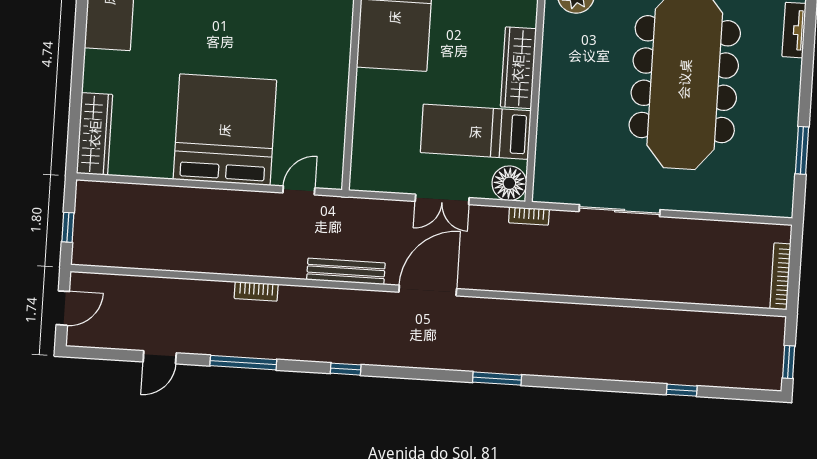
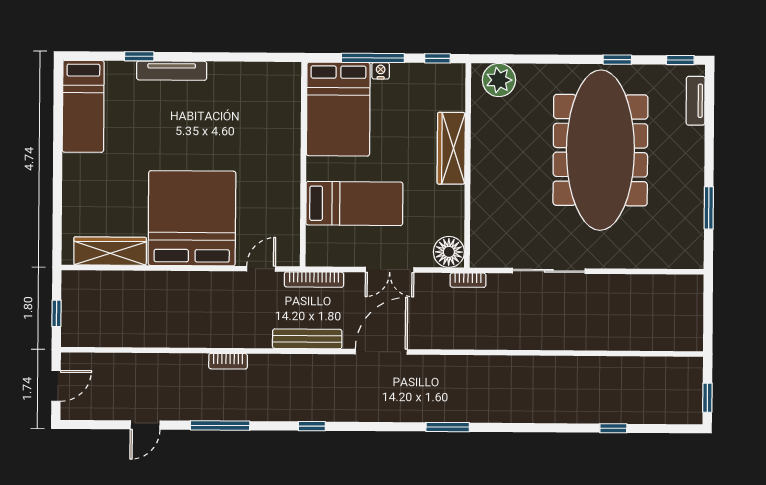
bed: (476, 132) -> (354, 203), moved, turned 180
wardrobe: (95, 134) -> (110, 251), moved, turned -90
bookcase: (780, 276) -> (314, 280), moved, turned -90

